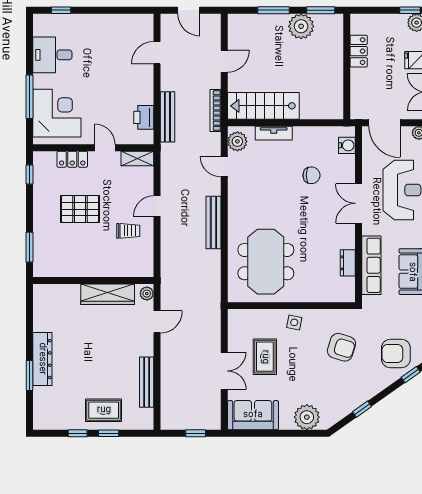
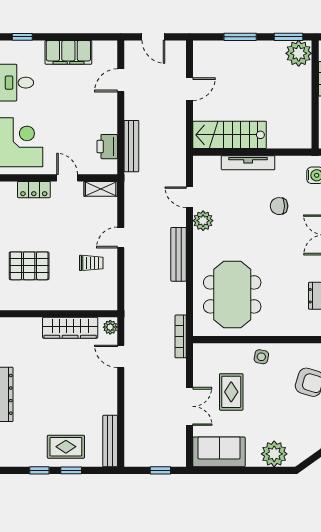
filing cabinet: (106, 25) -> (68, 52), added
plant: (301, 26) -> (299, 53), moved
bookcase: (215, 111) -> (181, 336), moved
tv unit: (274, 133) -> (248, 163), width x1.41
plant: (237, 141) -> (203, 221), moved
chair: (311, 175) -> (279, 206), turned 180
pallet: (80, 209) -> (29, 266), moved
door: (157, 322) -> (121, 356), swing flipped
bench: (147, 382) -> (110, 441), moved

